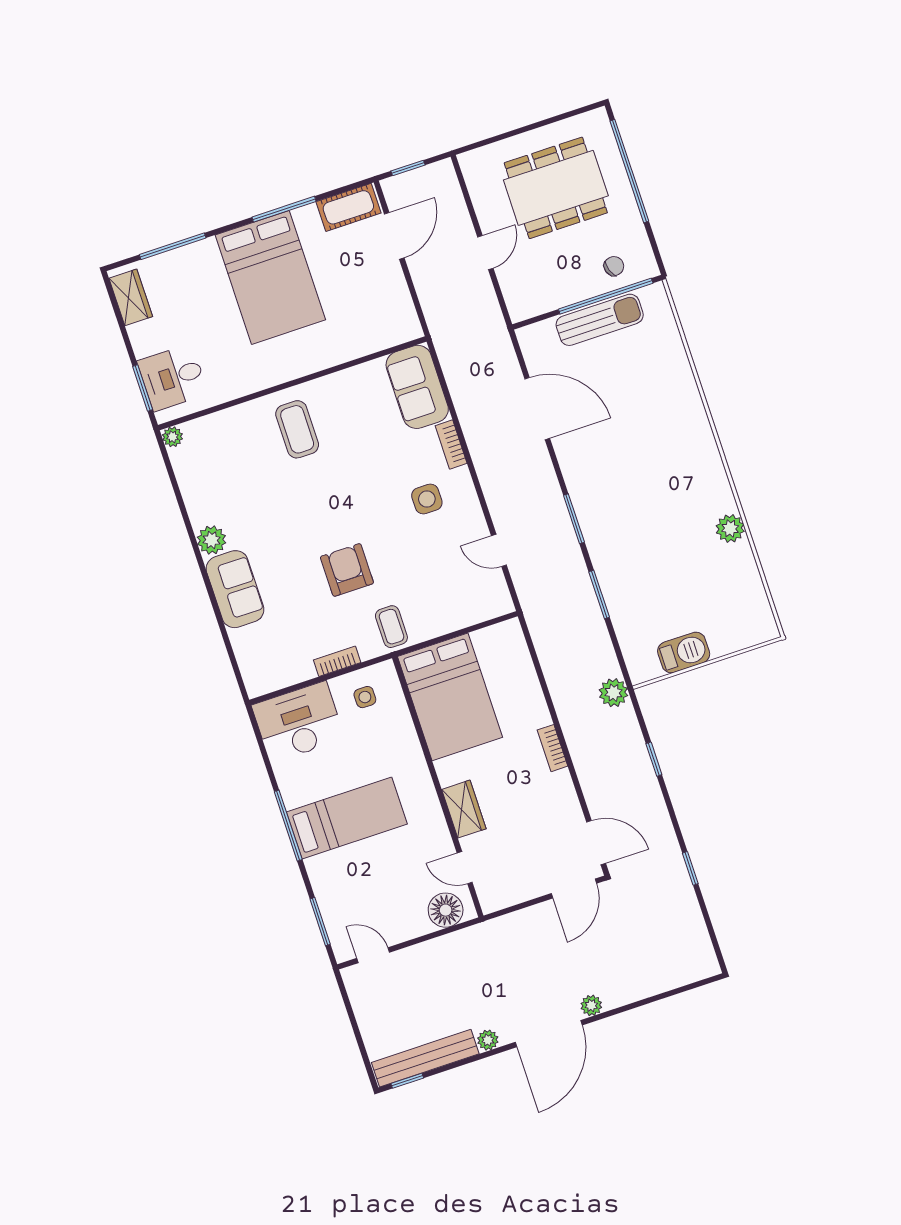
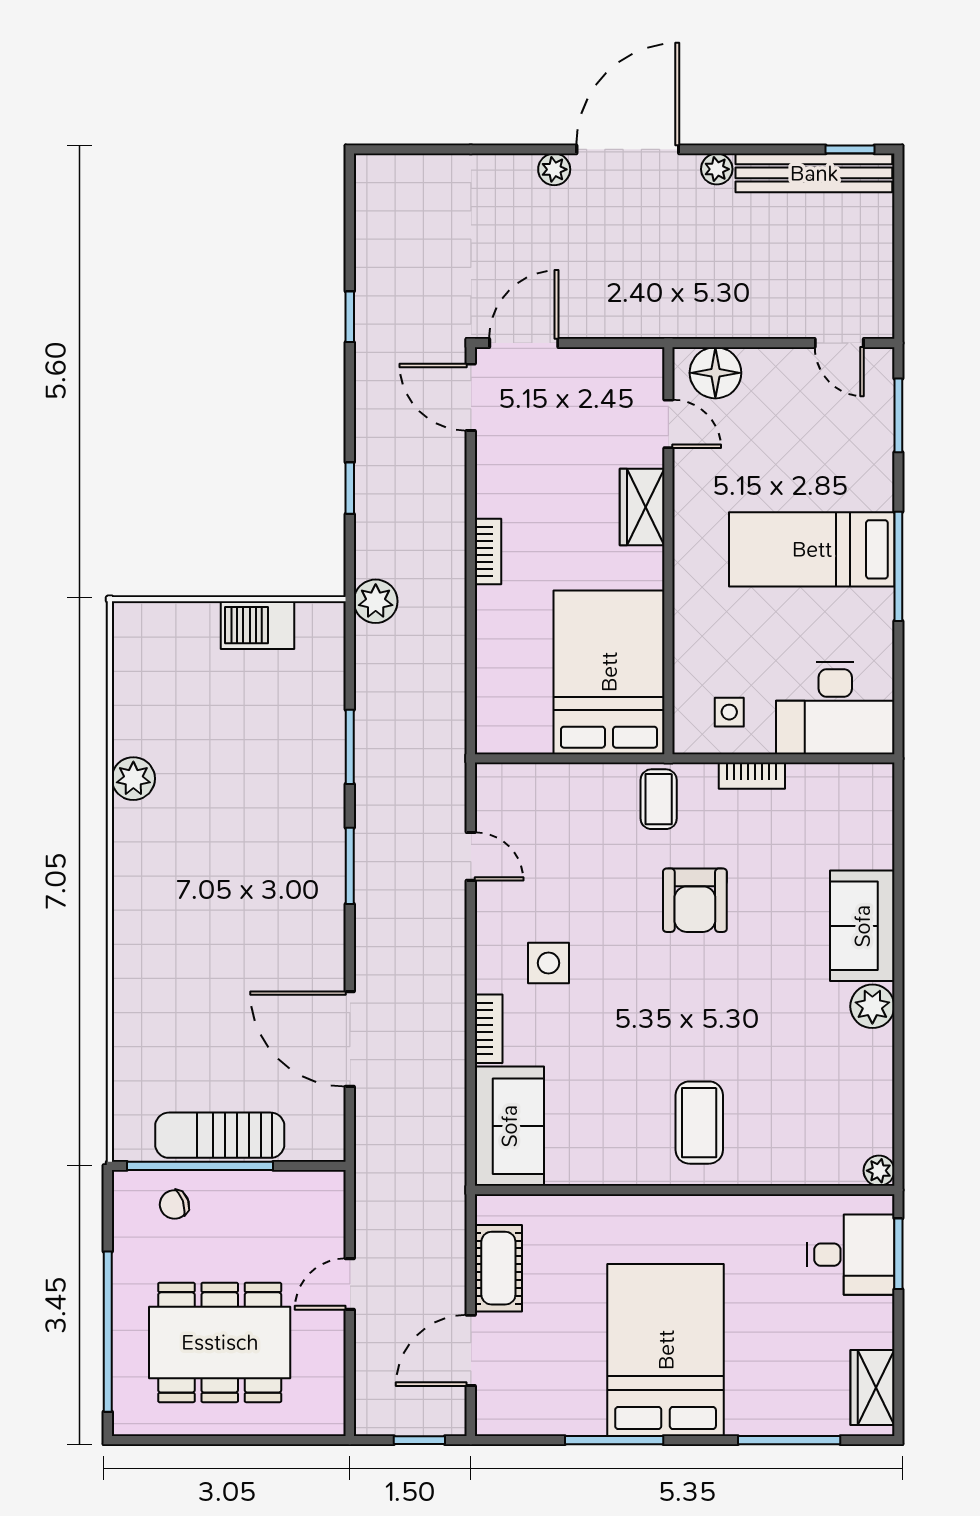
cot: (348, 207) -> (498, 1268), moved, turned 90

